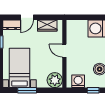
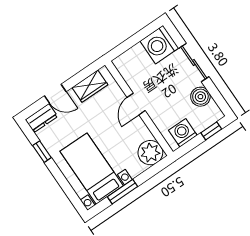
door: (27, 17) -> (55, 94), hinge flipped
door: (64, 51) -> (136, 104), hinge flipped

